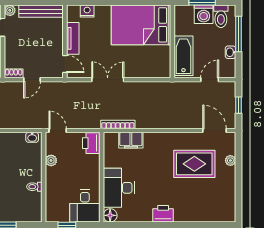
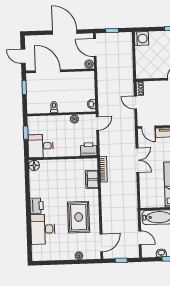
door: (65, 64) -> (148, 127), hinge flipped
rug: (194, 164) -> (79, 217), moved
desk: (119, 188) -> (43, 229), moved, turned -90

